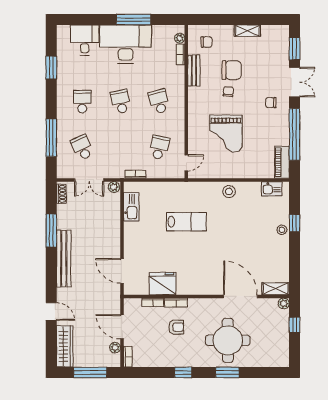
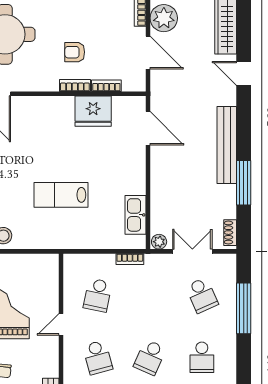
school desk: (121, 102) -> (150, 357), turned 36
door: (186, 163) -> (61, 324), moved
plant: (115, 348) -> (164, 18), width x1.88, depth x1.88

